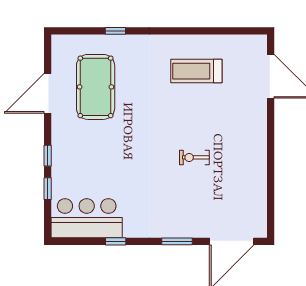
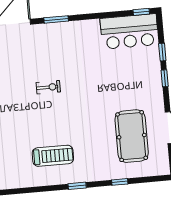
window: (169, 31) -> (77, 186), added
window: (116, 241) -> (141, 12), moved

